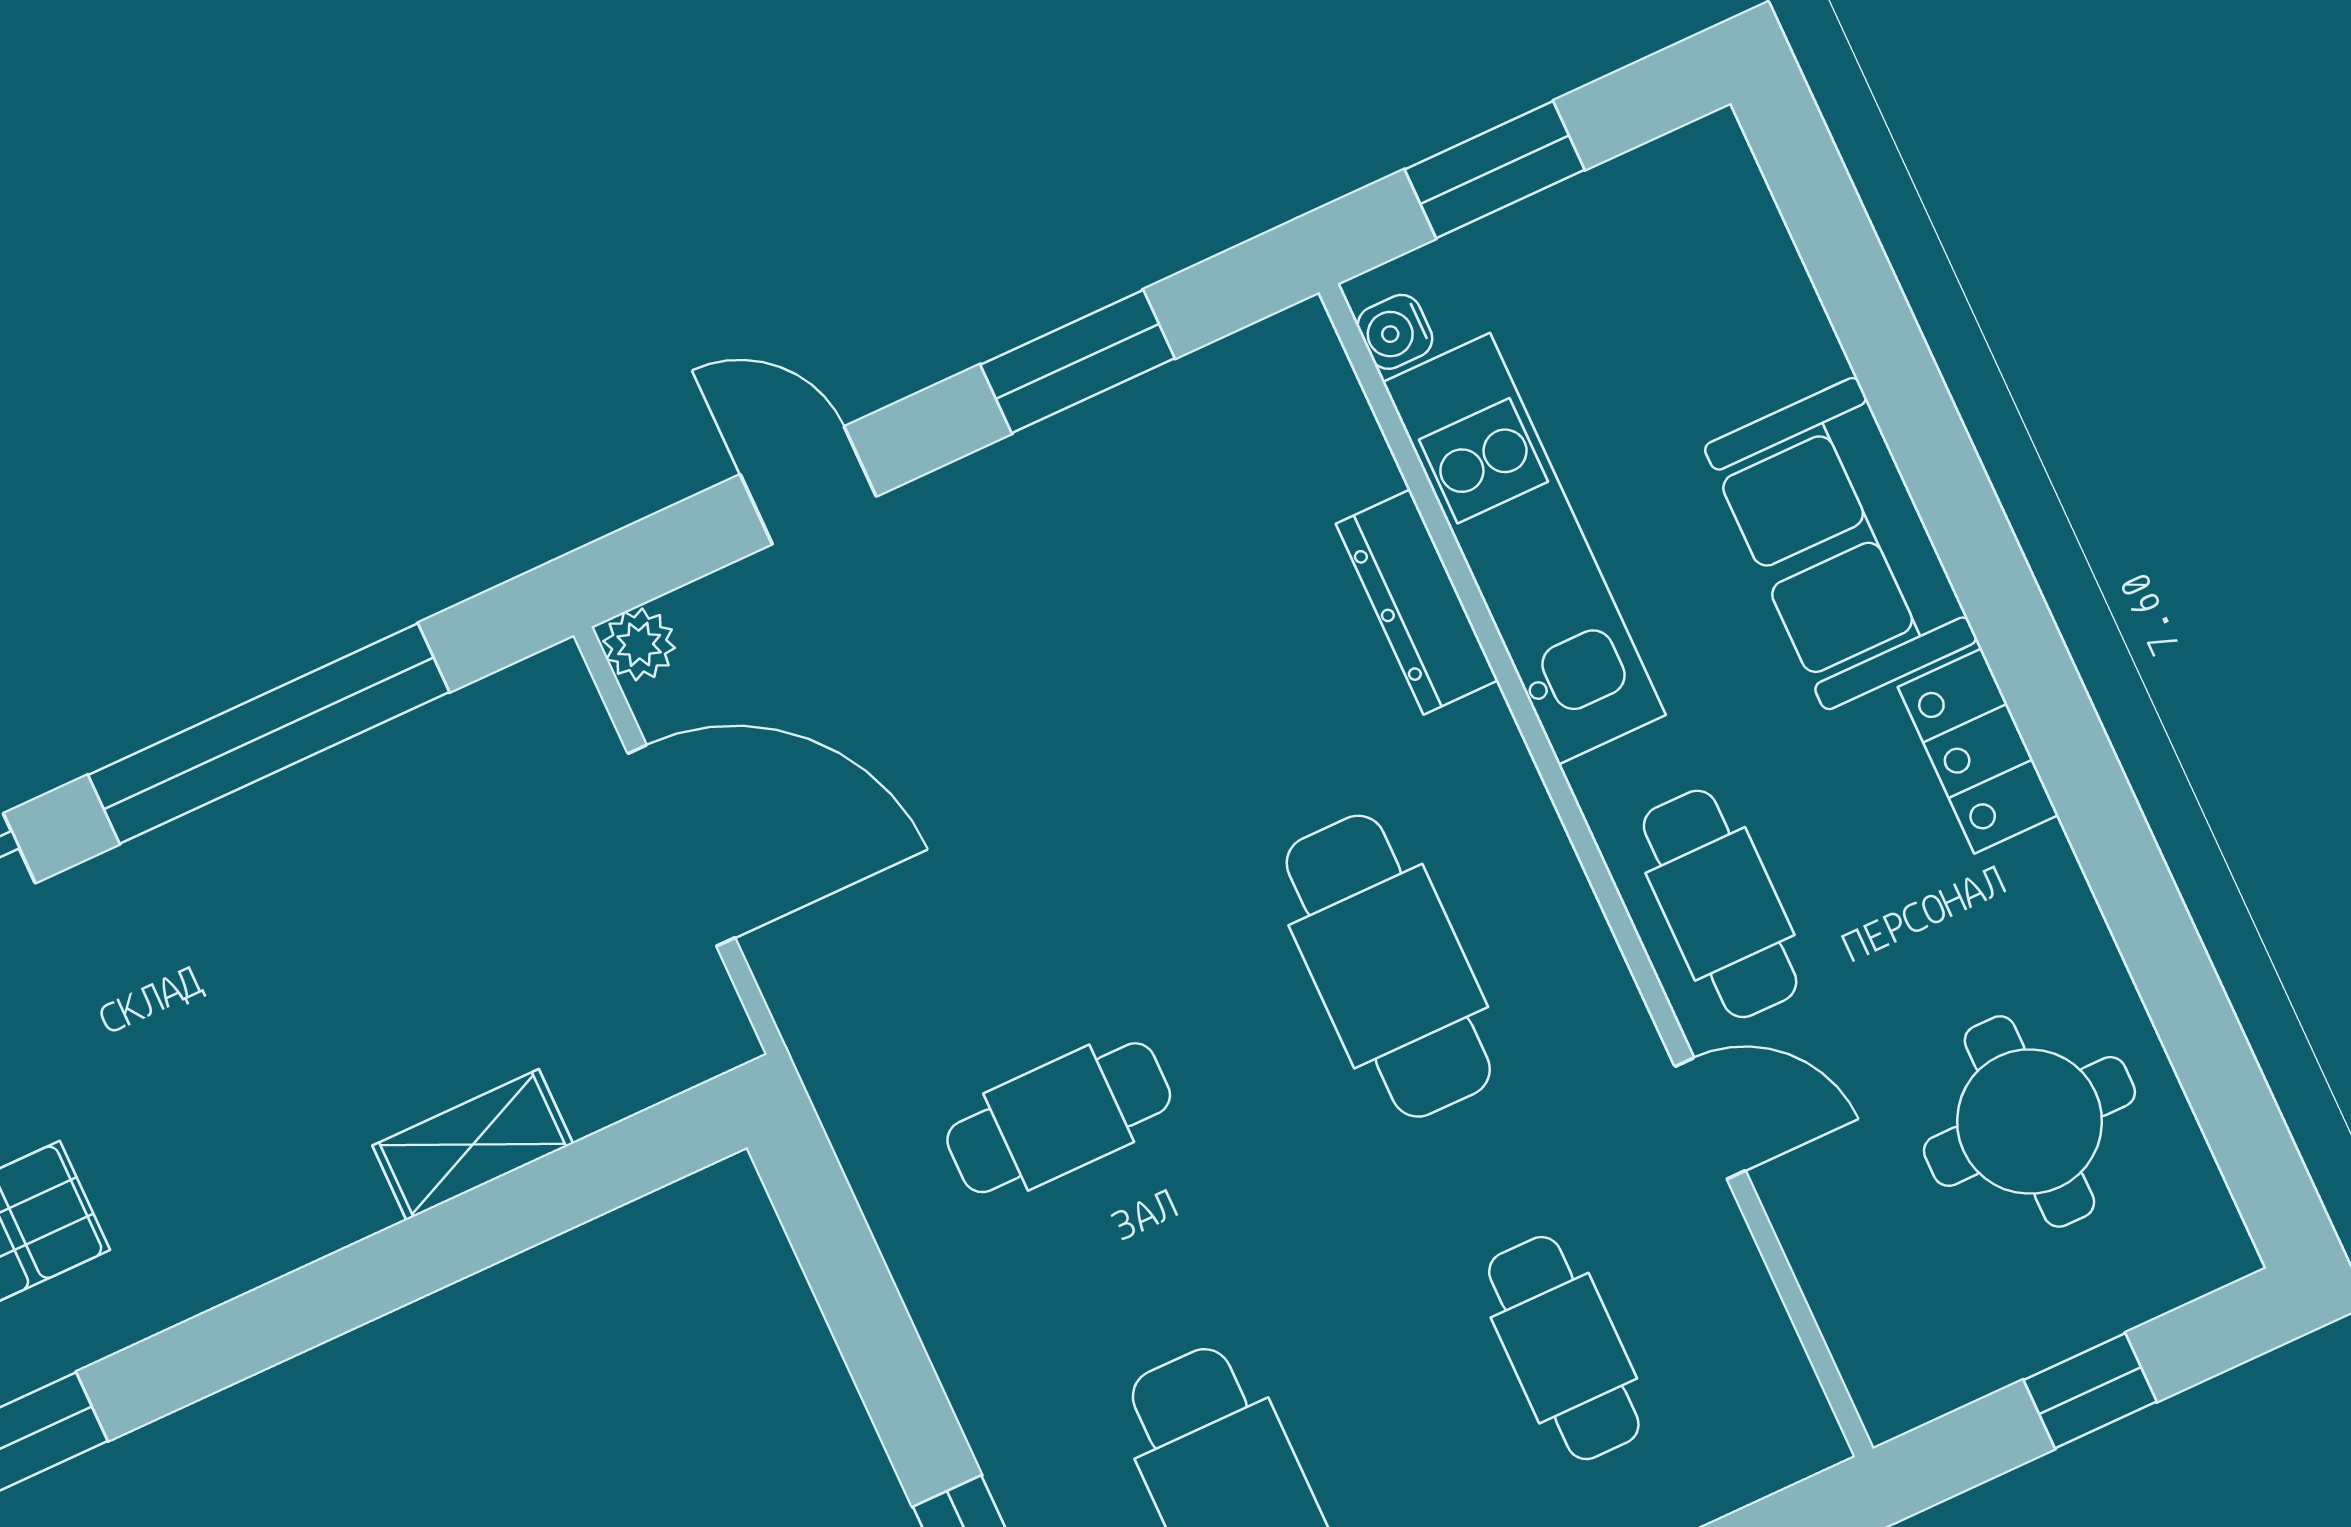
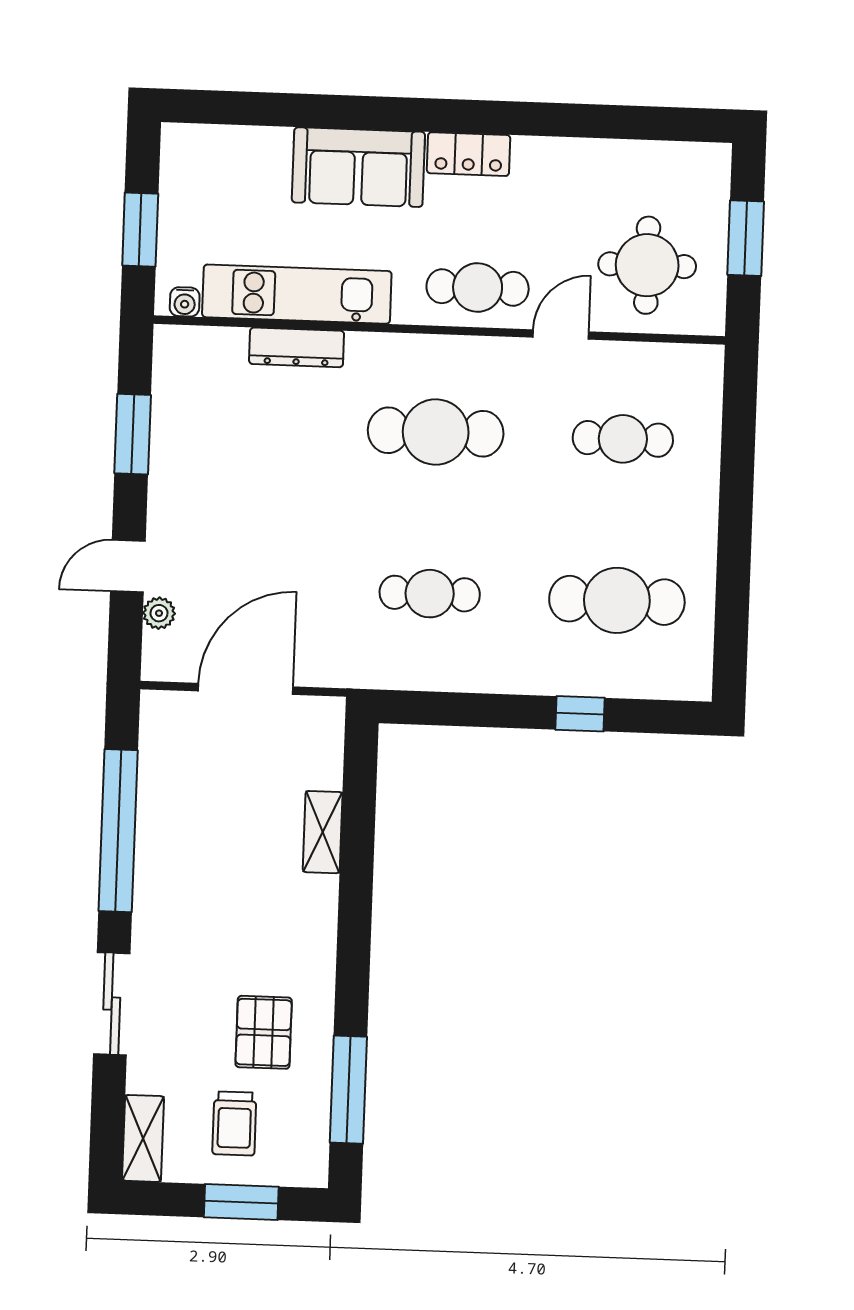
plant: (639, 644) -> (159, 613), moved
cafe table: (1059, 1118) -> (430, 594), turned 90
round table: (2029, 1121) -> (647, 265), moved
window: (2090, 1391) -> (746, 238), width x1.50

